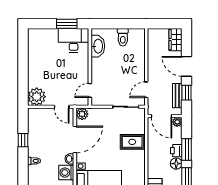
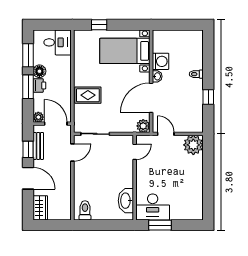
toilet: (123, 37) -> (85, 210), moved

